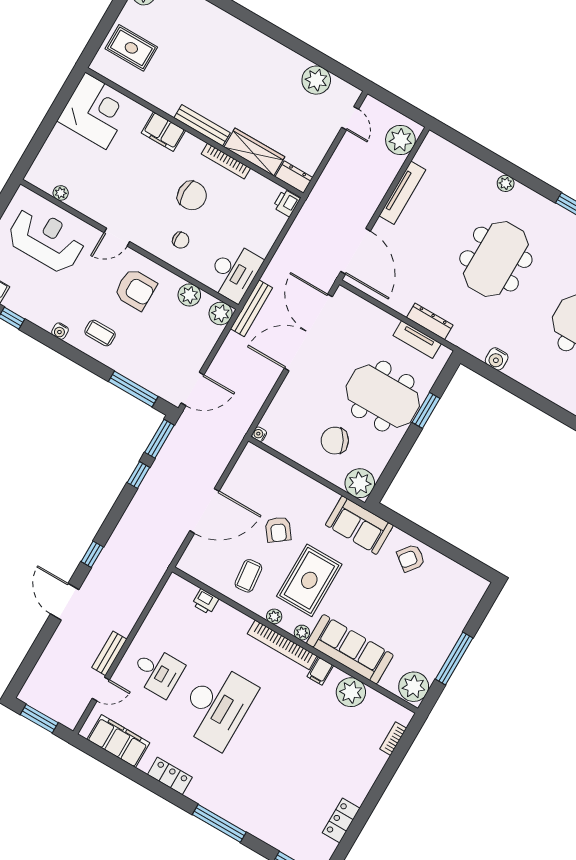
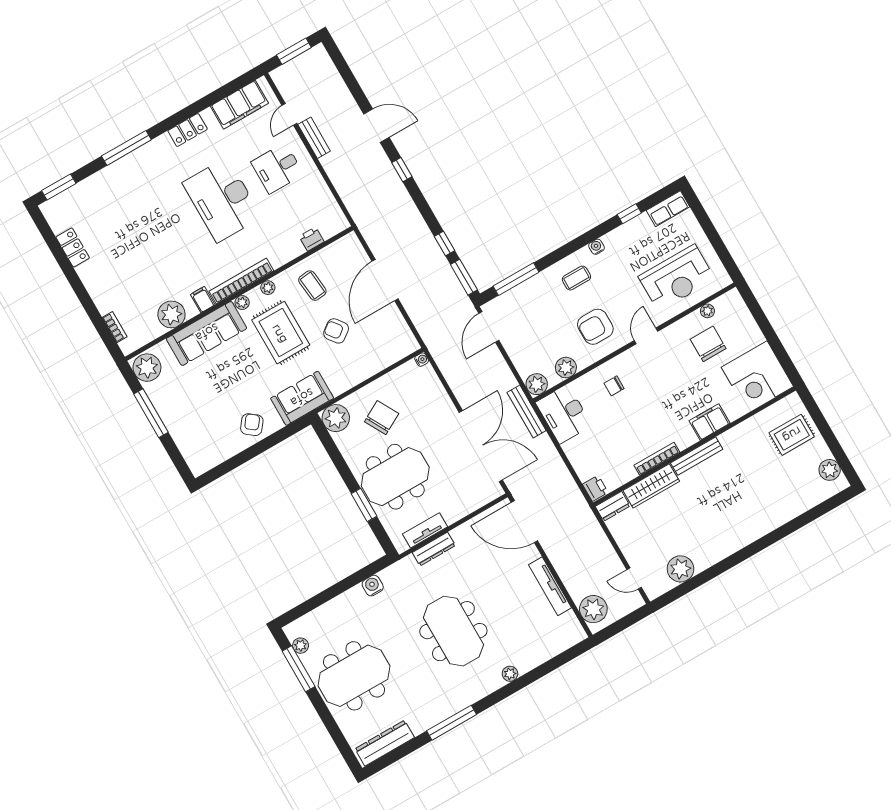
chair: (192, 196) -> (708, 344), moved, turned 90

